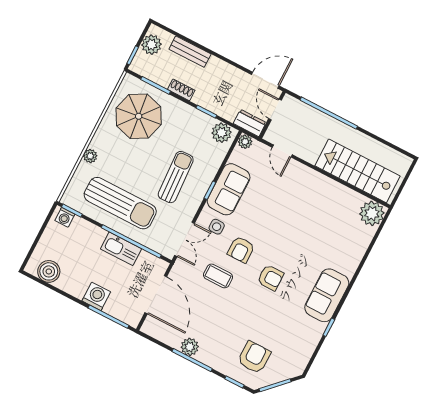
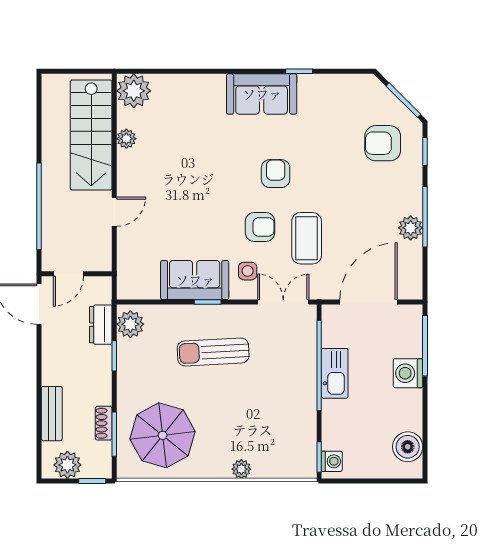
shoe rack: (181, 90) -> (104, 423), moved
dresser: (250, 123) -> (101, 325), moved
plant: (245, 142) -> (126, 139), moved
door: (282, 151) -> (114, 212), moved
sun lounger: (120, 203) -> (280, 403), removed
coffee table: (218, 276) -> (307, 238), width x1.36, depth x1.30

